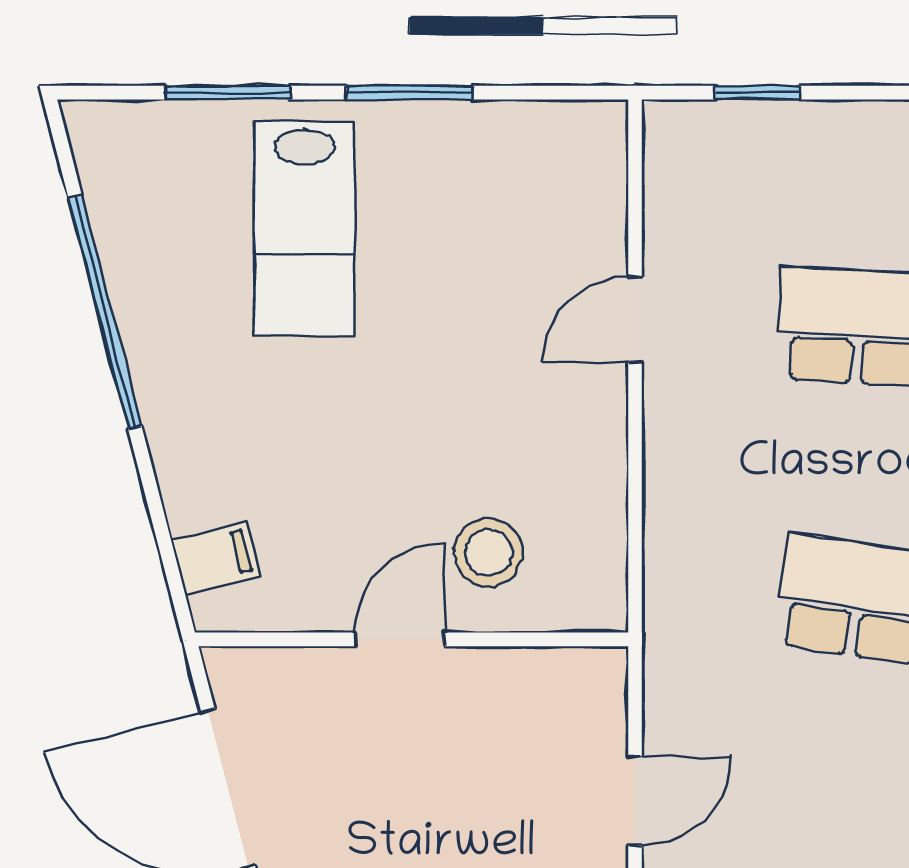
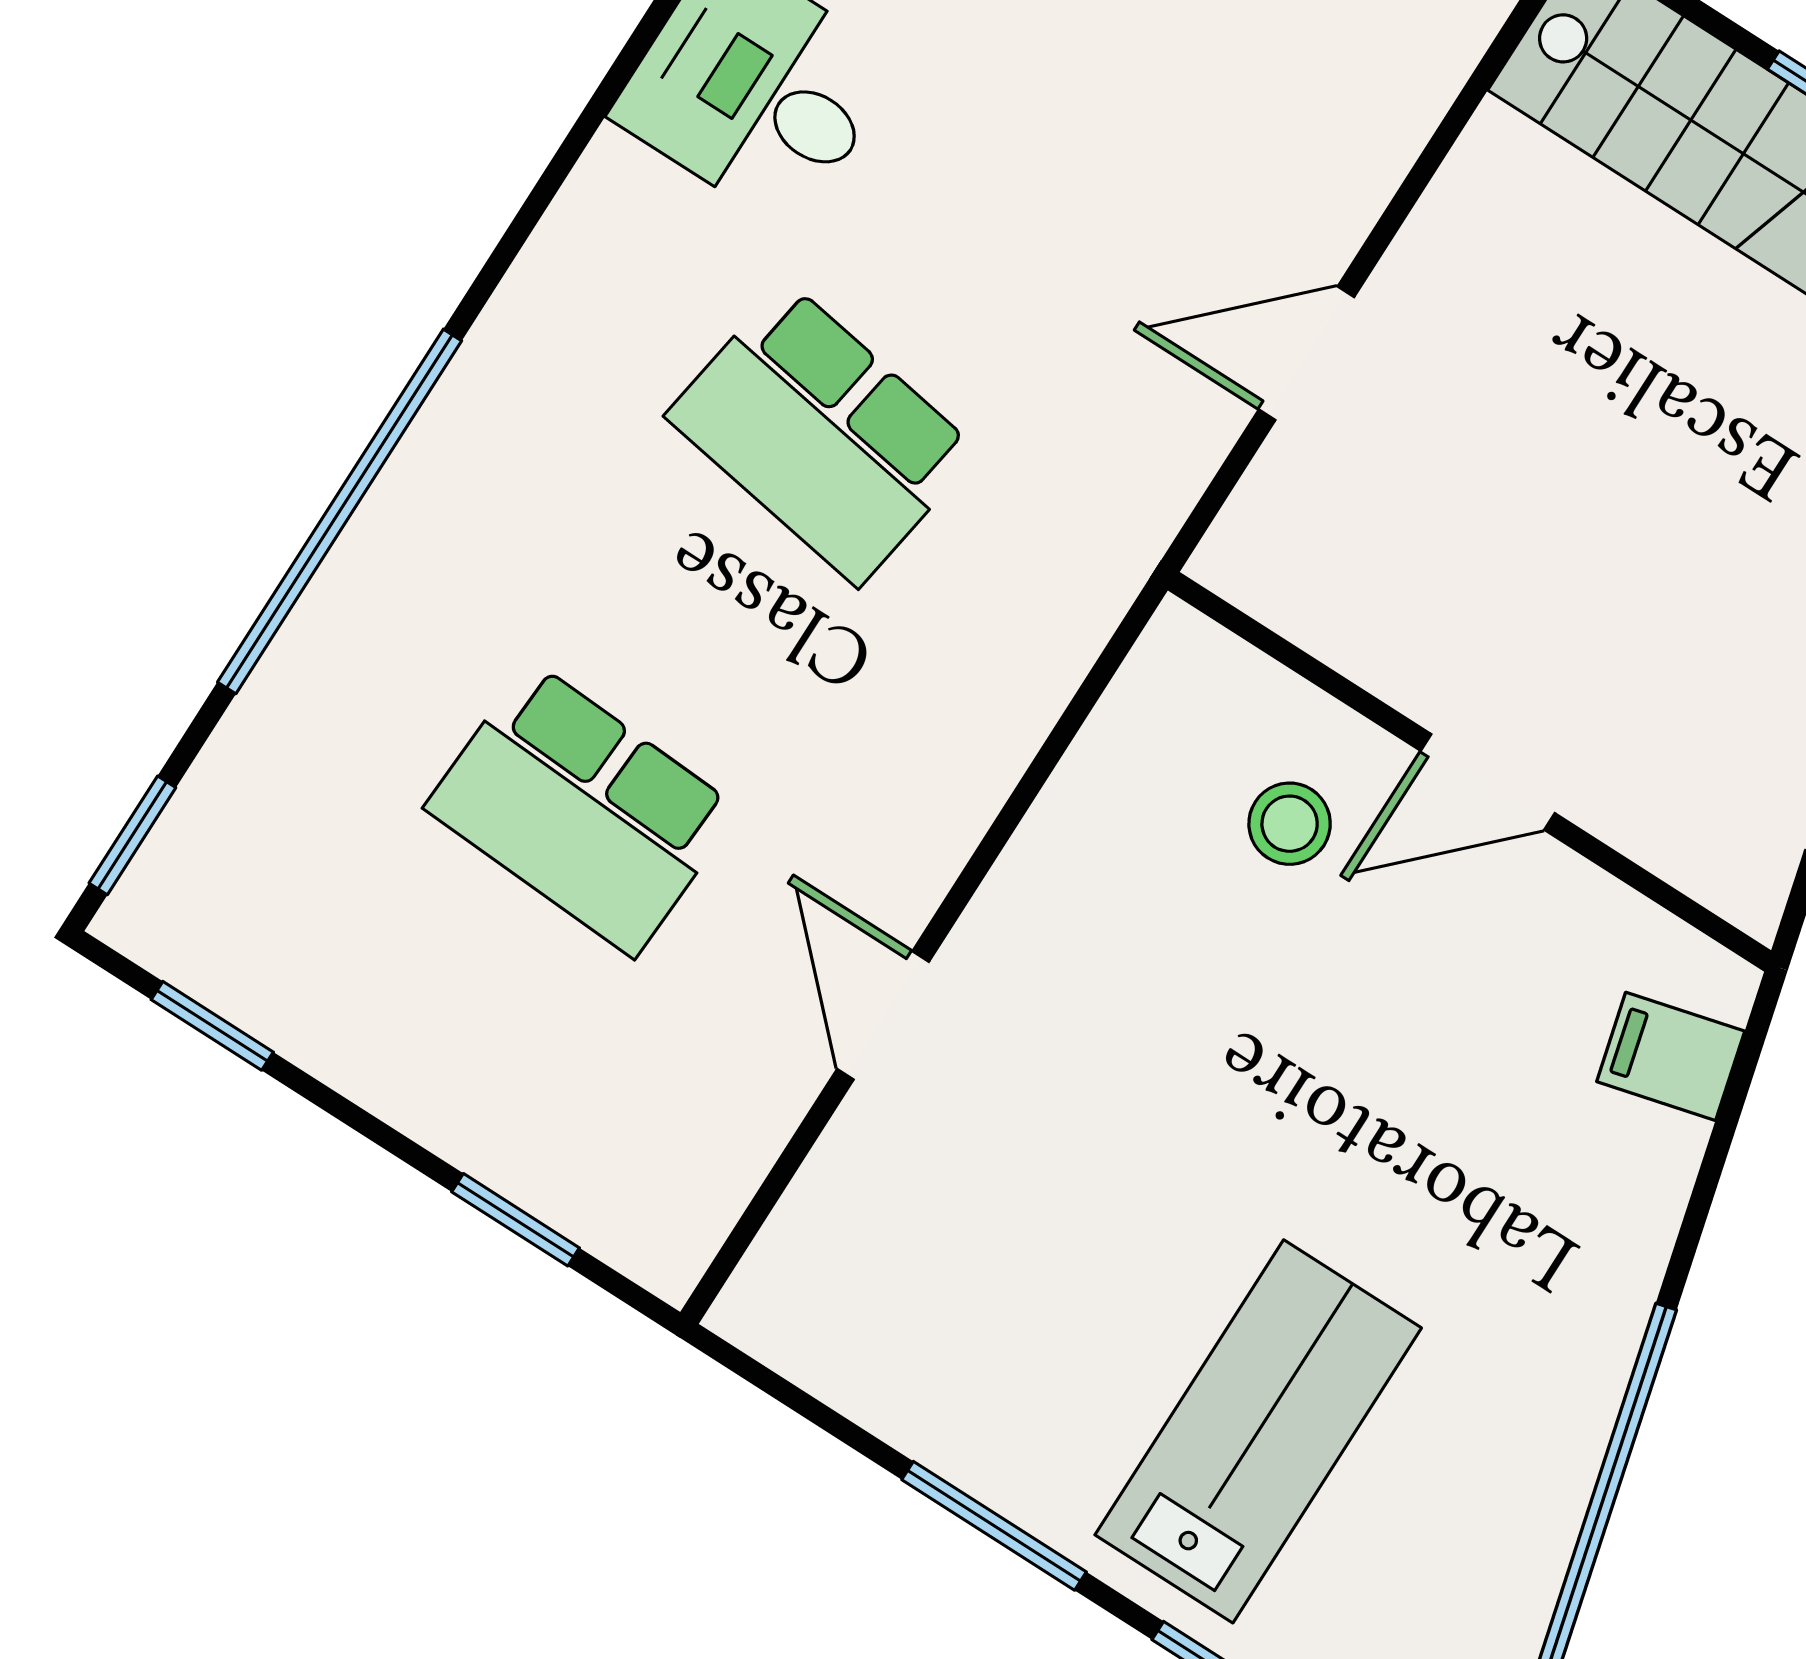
door: (635, 319) -> (883, 1015), swing flipped
stool: (489, 552) -> (1290, 824), width x0.73, depth x0.73

